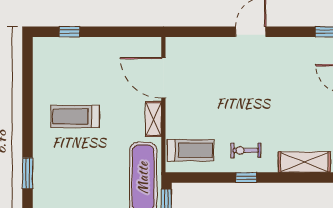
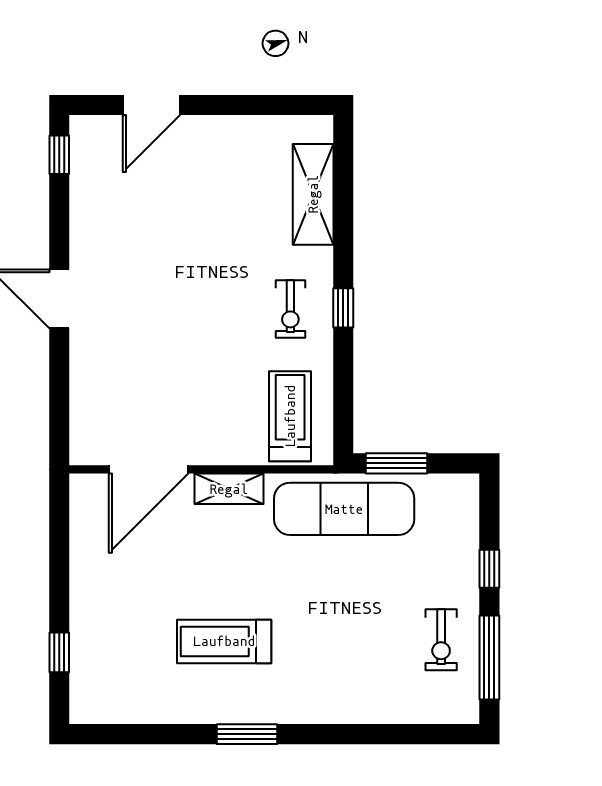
treadmill: (75, 116) -> (224, 641), turned 90
window: (27, 173) -> (247, 734), moved

